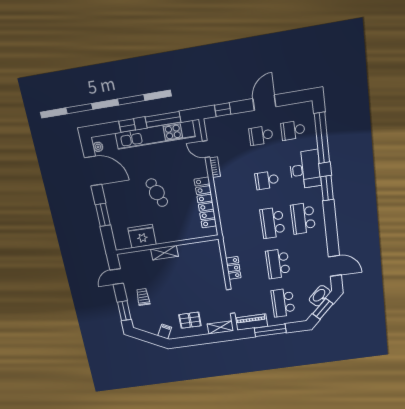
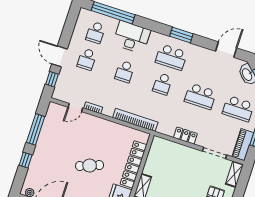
door: (264, 103) -> (59, 56), moved
kitchen unit: (155, 135) -> (44, 142), removed
window: (327, 188) -> (181, 35), moved
locker: (205, 203) -> (133, 164), moved, turned 90
bookcase: (224, 214) -> (135, 120), added
school desk: (272, 223) -> (163, 84), width x0.54

